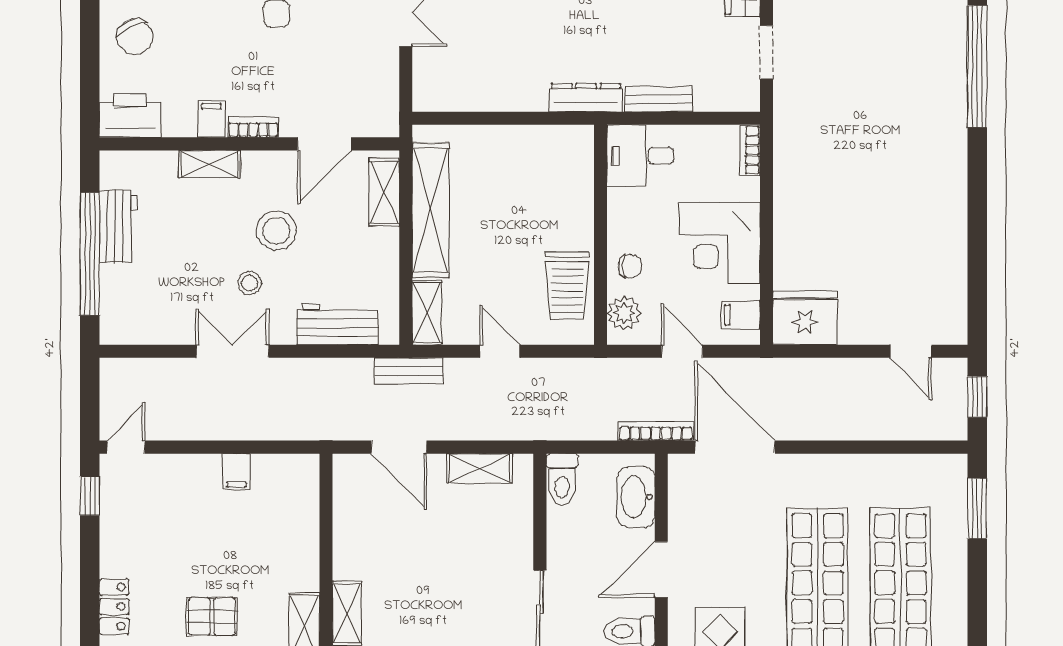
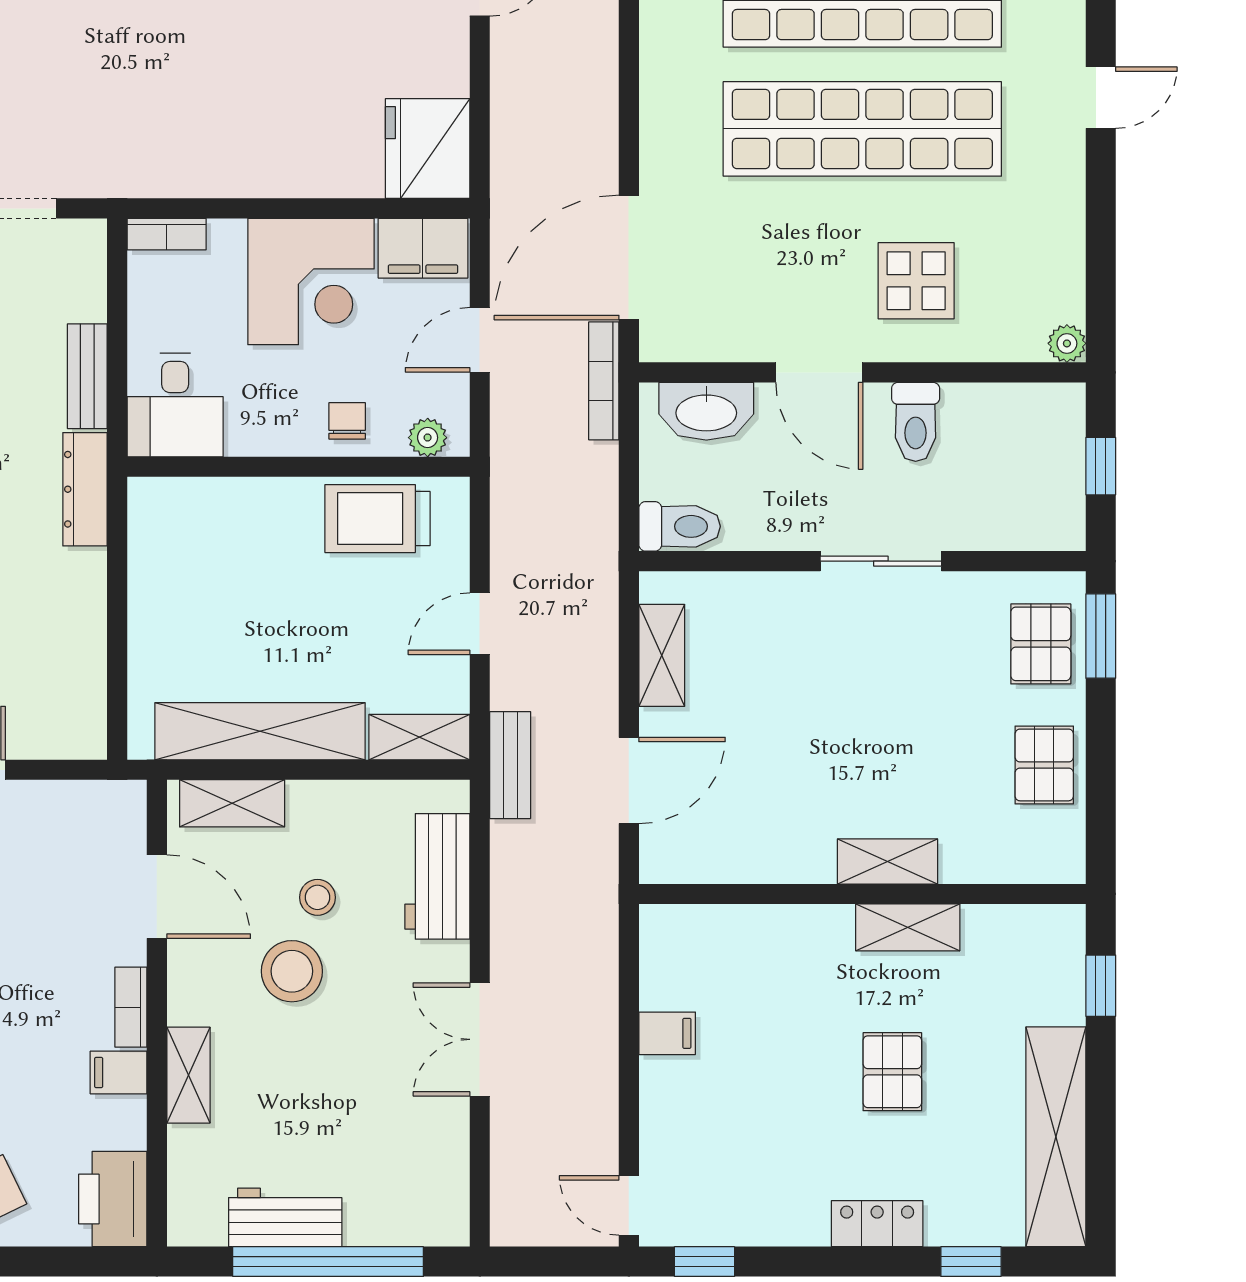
stool: (250, 283) -> (317, 897), moved
trolley: (567, 286) -> (378, 519), turned 180
plant: (624, 313) -> (428, 438), width x0.73, depth x0.73
filing cabinet: (741, 315) -> (423, 248), width x2.00

